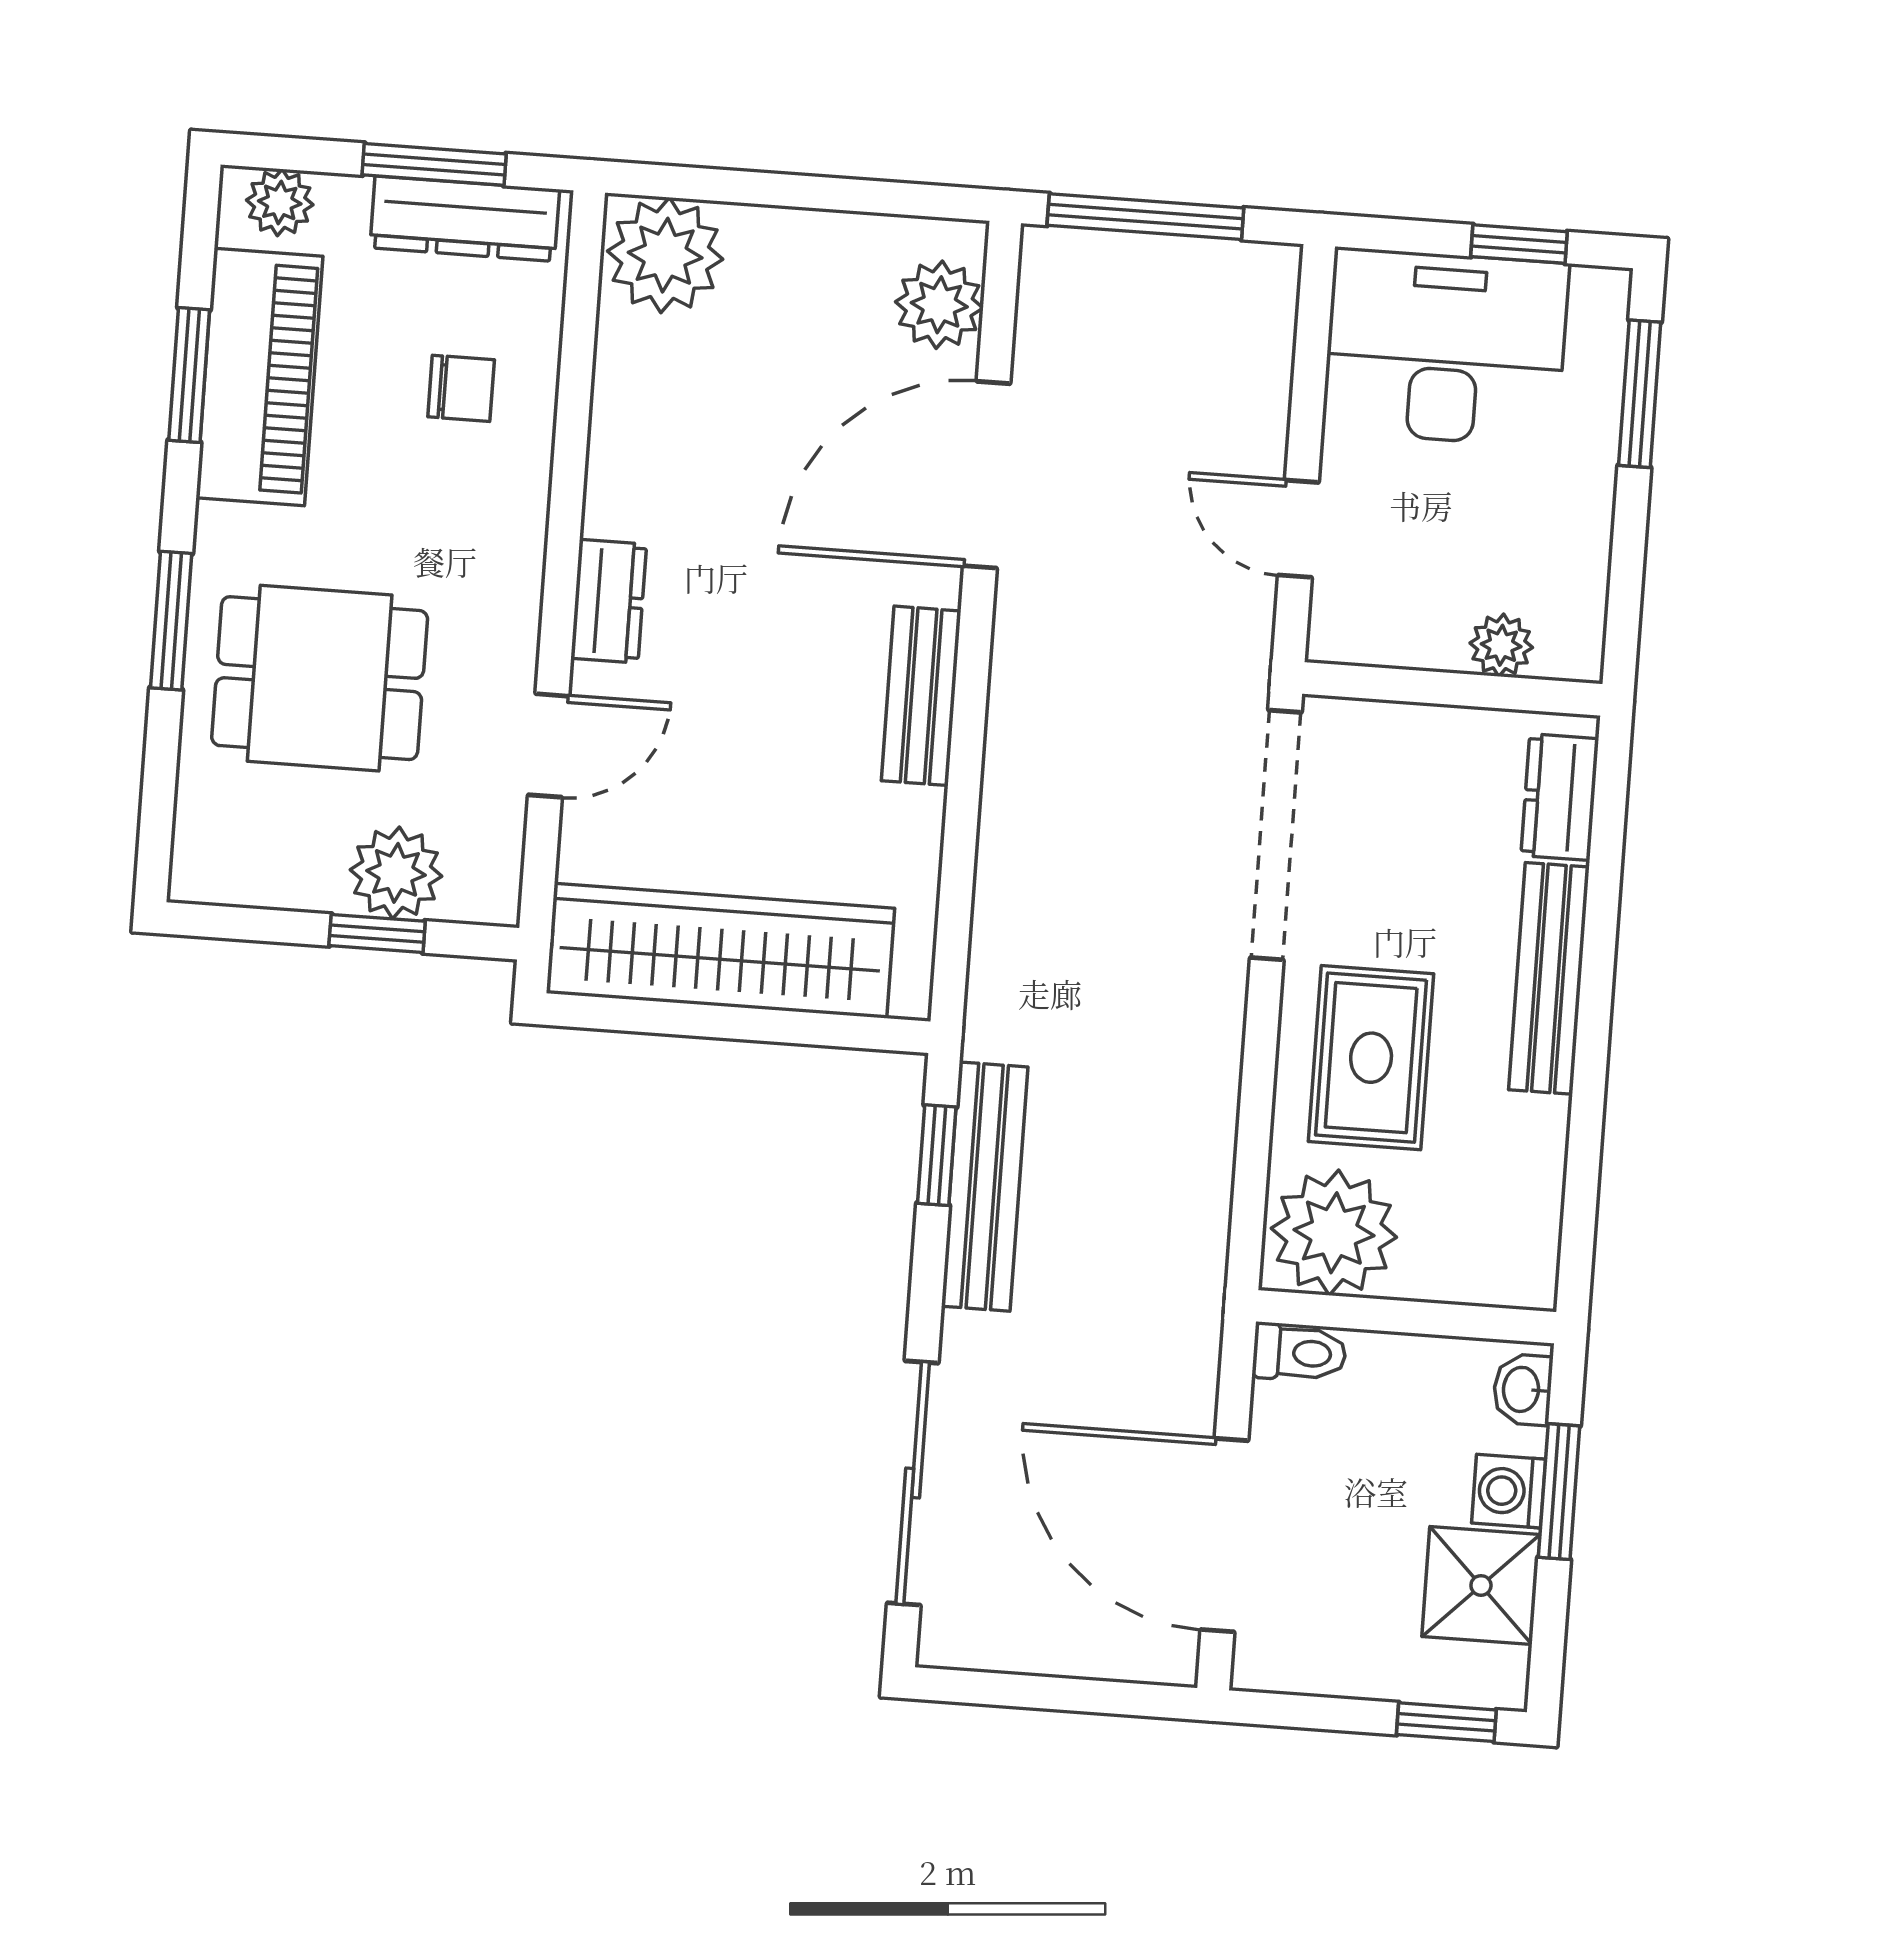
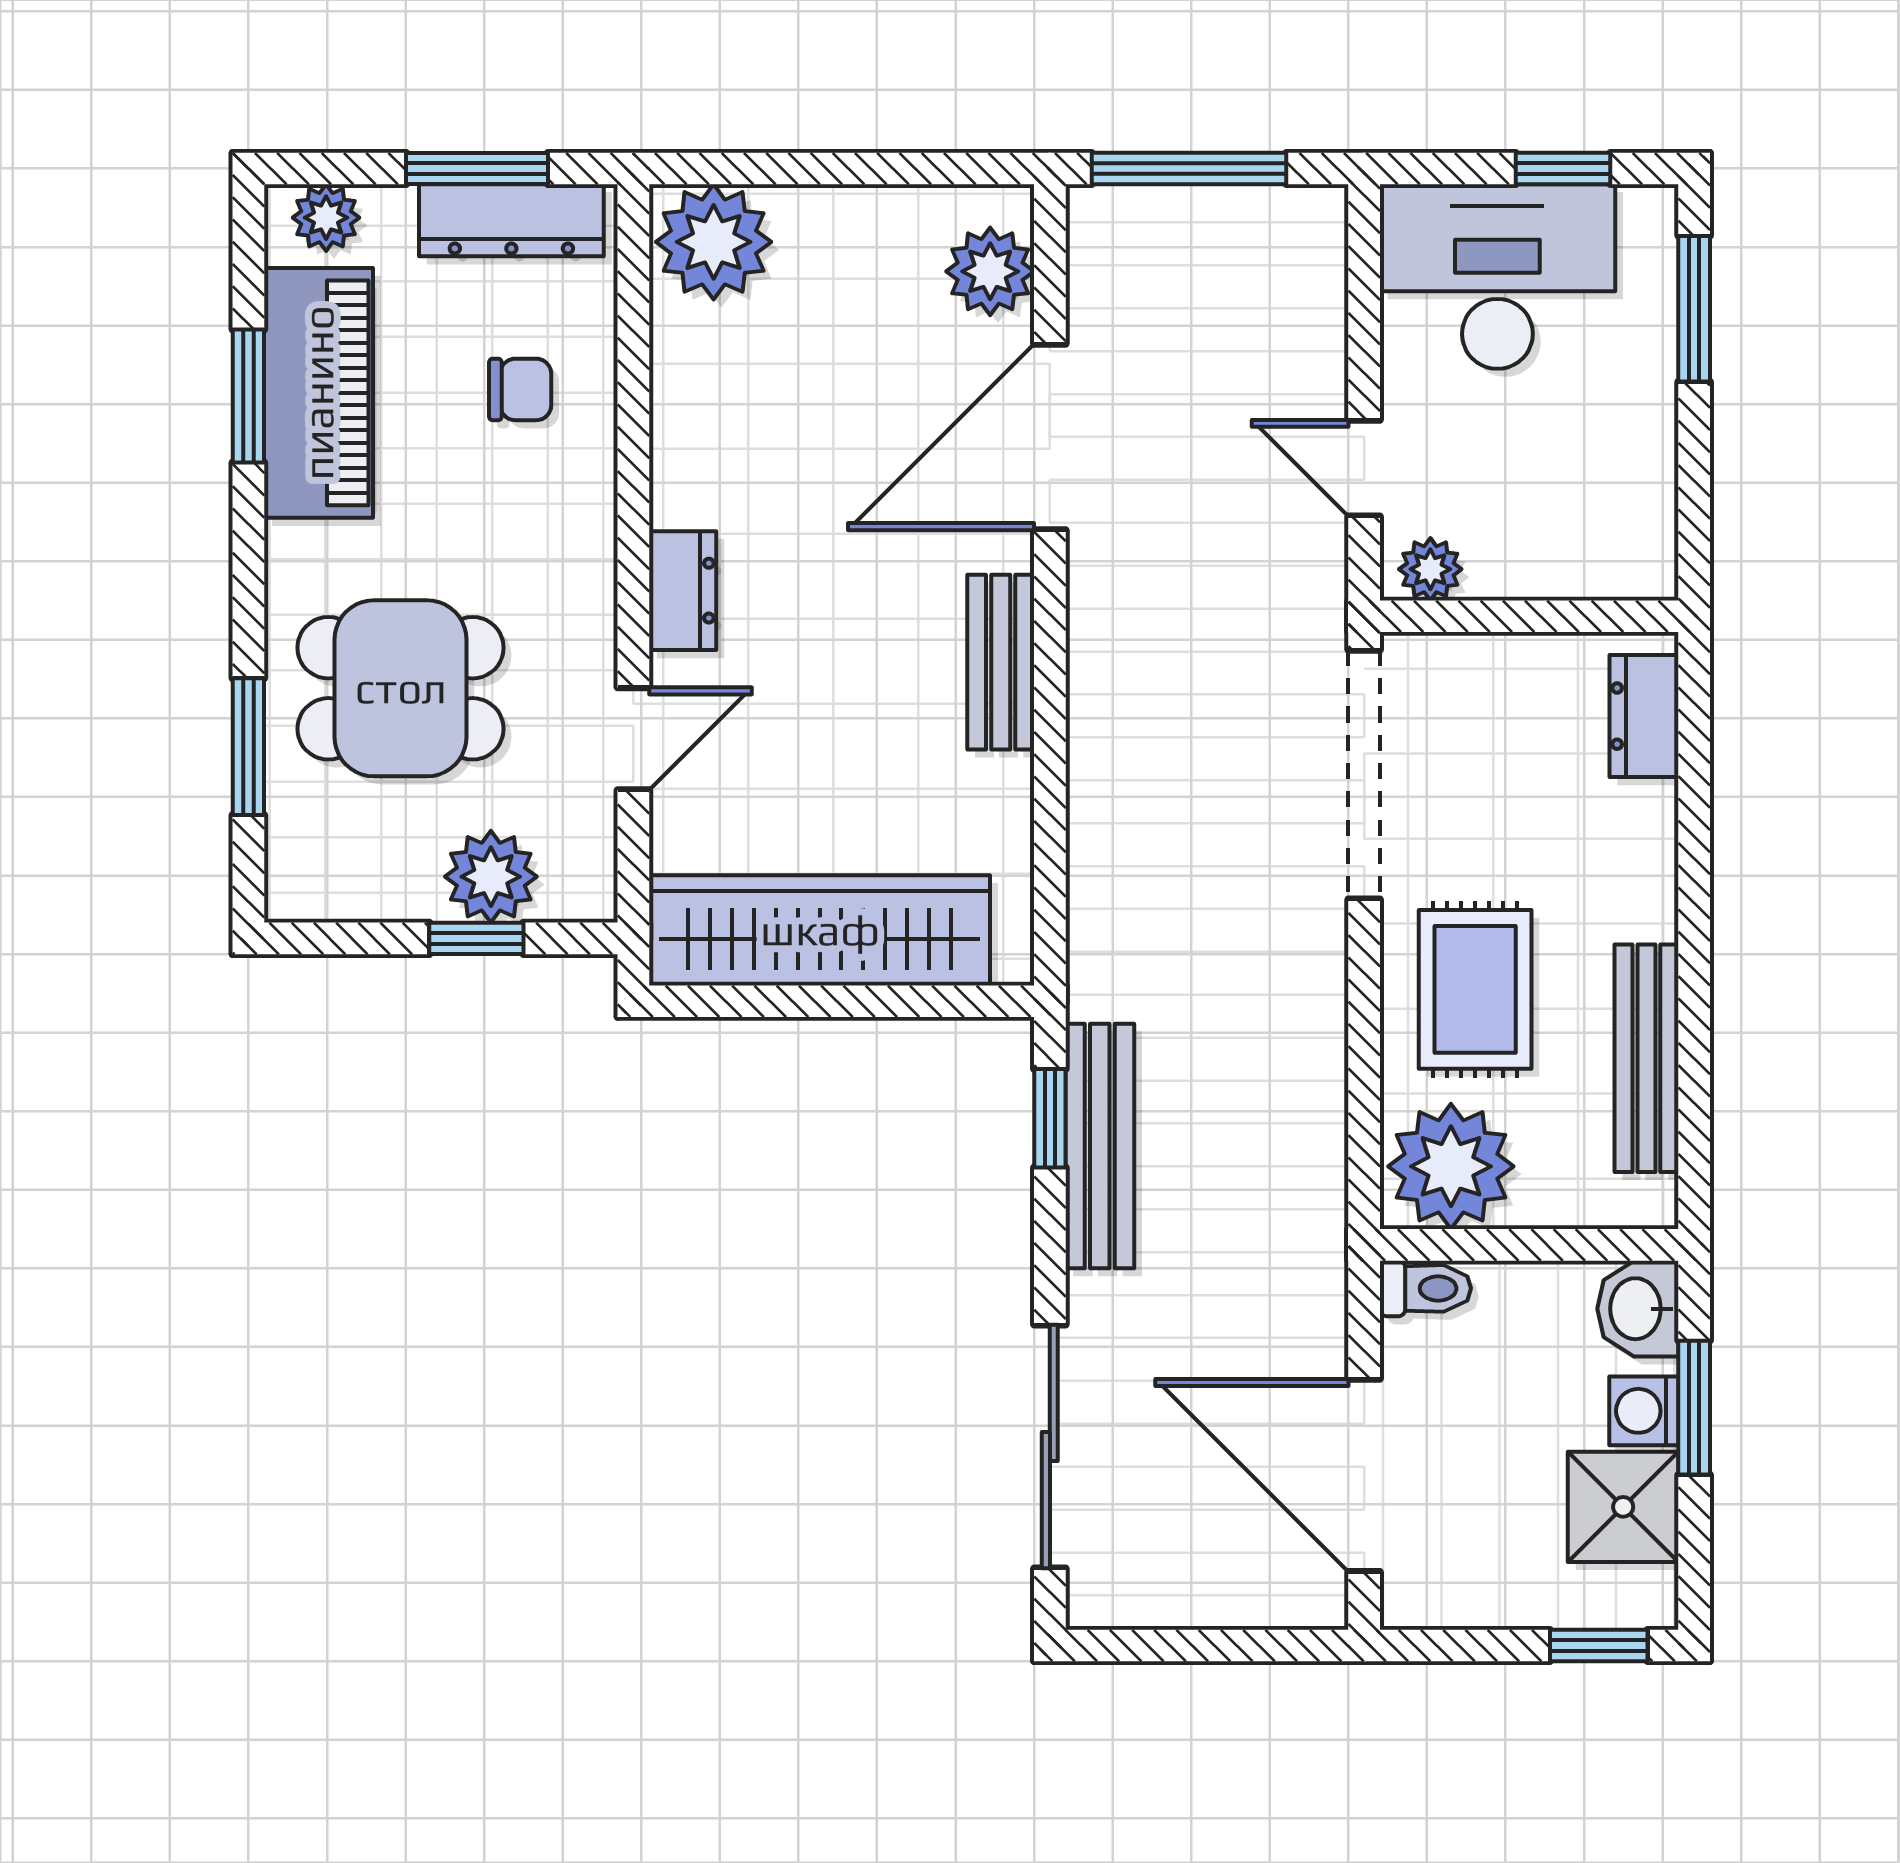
window: (171, 621) -> (248, 747), moved
plant: (1501, 645) -> (1430, 569), moved
bench: (1549, 978) -> (1646, 1058), moved
washbasin: (1523, 1390) -> (1638, 1309), width x1.38, depth x1.45

